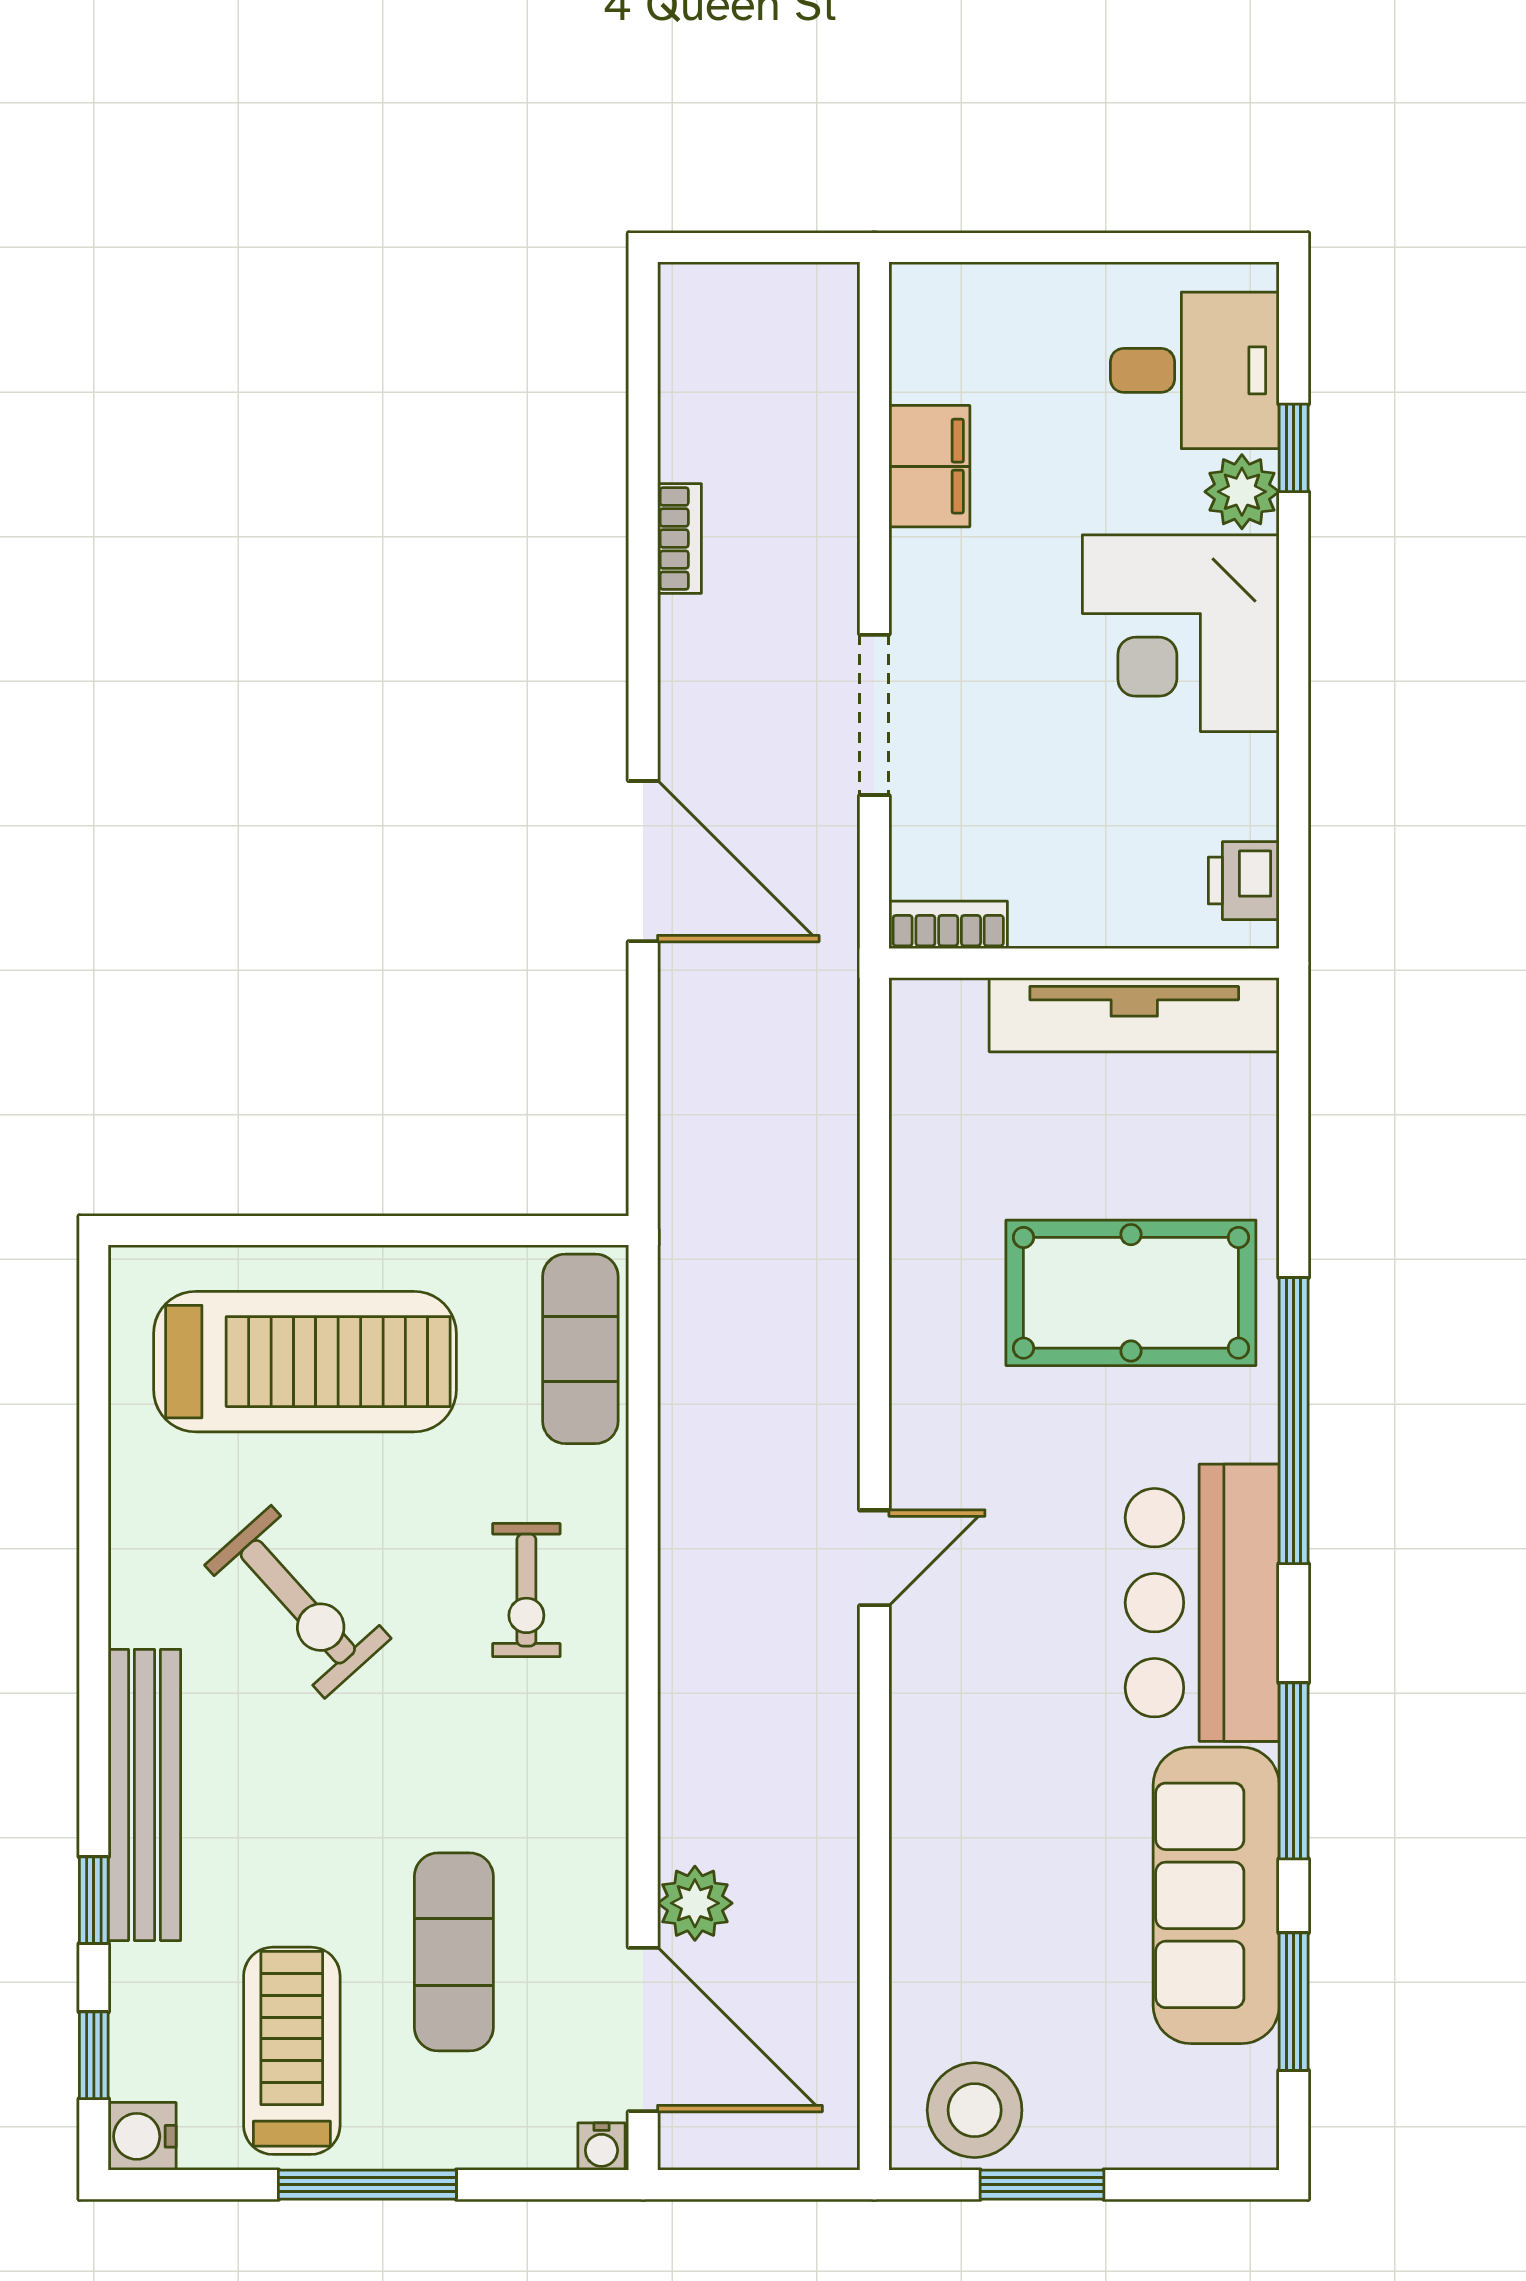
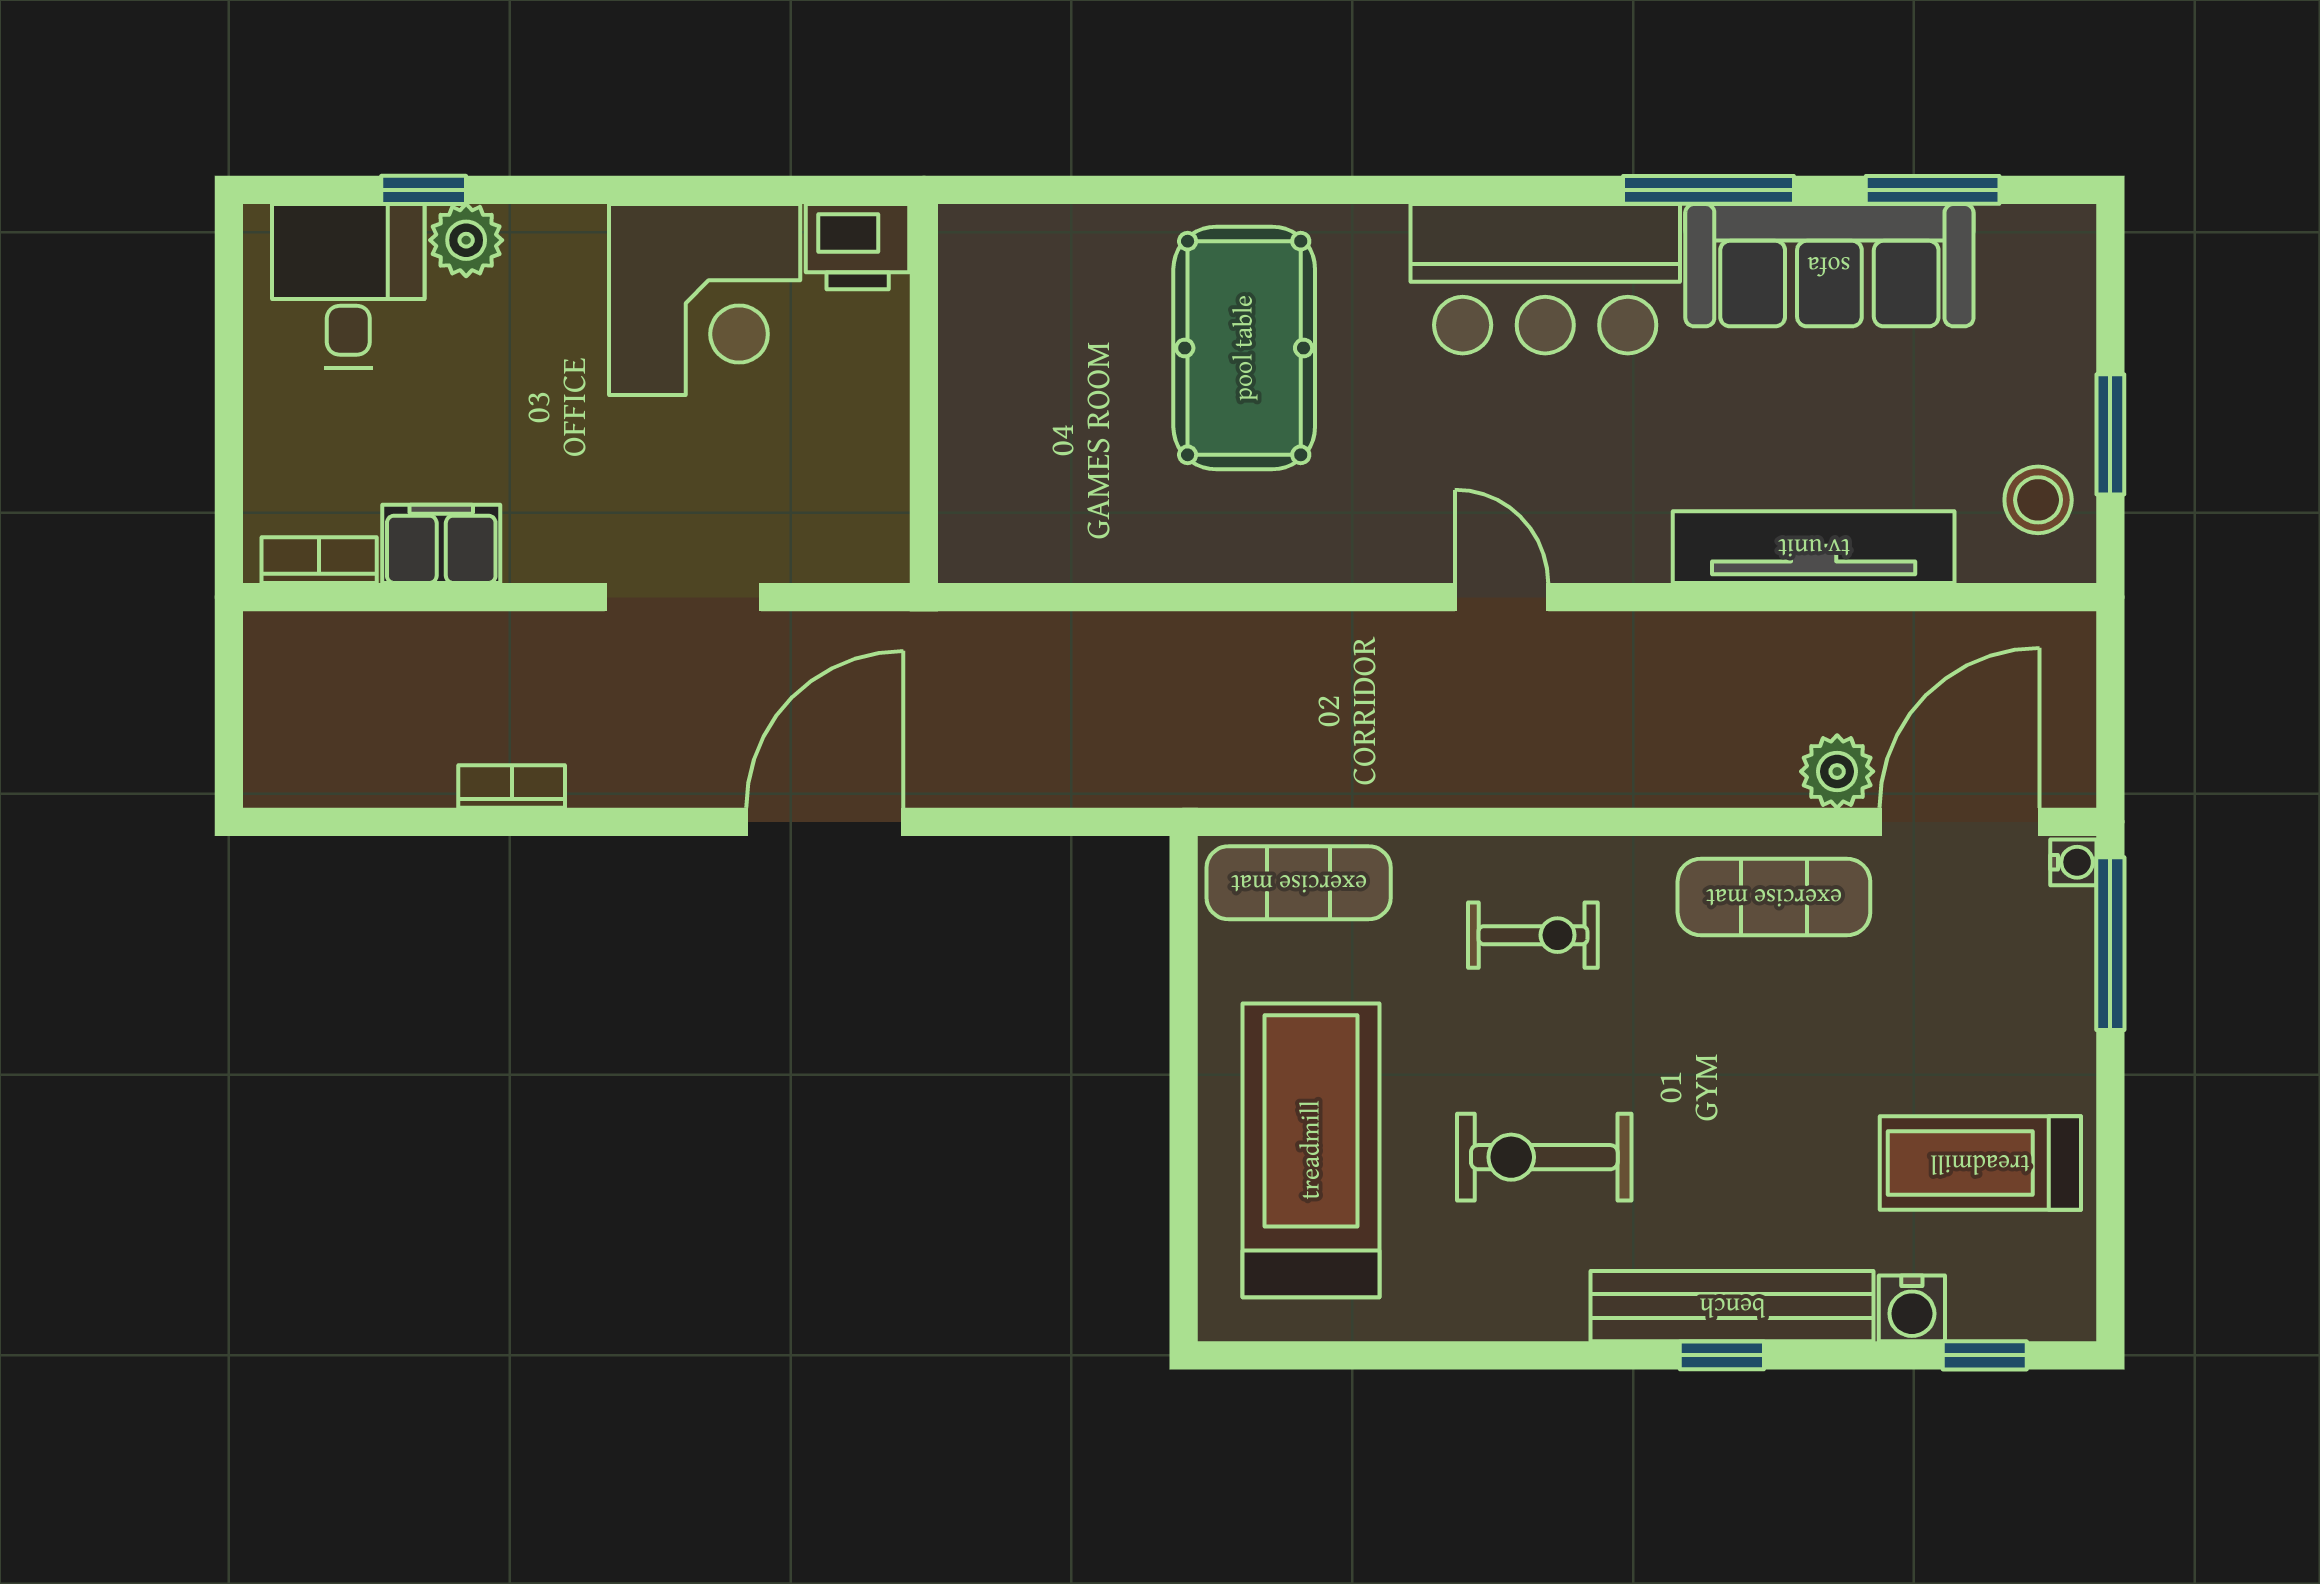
corner desk: (1181, 633) -> (705, 300), moved
printer: (1244, 881) -> (858, 247), width x1.36, depth x1.24
bookcase: (948, 925) -> (319, 560), moved, turned 90
tv unit: (1134, 1015) -> (1814, 547), moved, turned -90
window: (1294, 1421) -> (1368, 190), removed
exercise bike: (298, 1602) -> (1544, 1157), turned -138
window: (94, 1900) -> (1722, 1355), moved
exercise mat: (454, 1952) -> (1774, 897), moved
stool: (975, 2110) -> (2038, 500), width x0.73, depth x0.73
water cooler: (142, 2136) -> (1912, 1308), moved
window: (367, 2185) -> (2110, 944), moved

